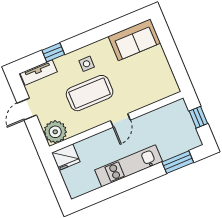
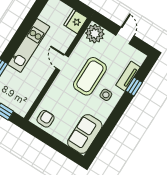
tv unit: (39, 72) -> (128, 76), moved
armchair: (163, 82) -> (46, 119), added
door: (120, 120) -> (62, 62), moved

